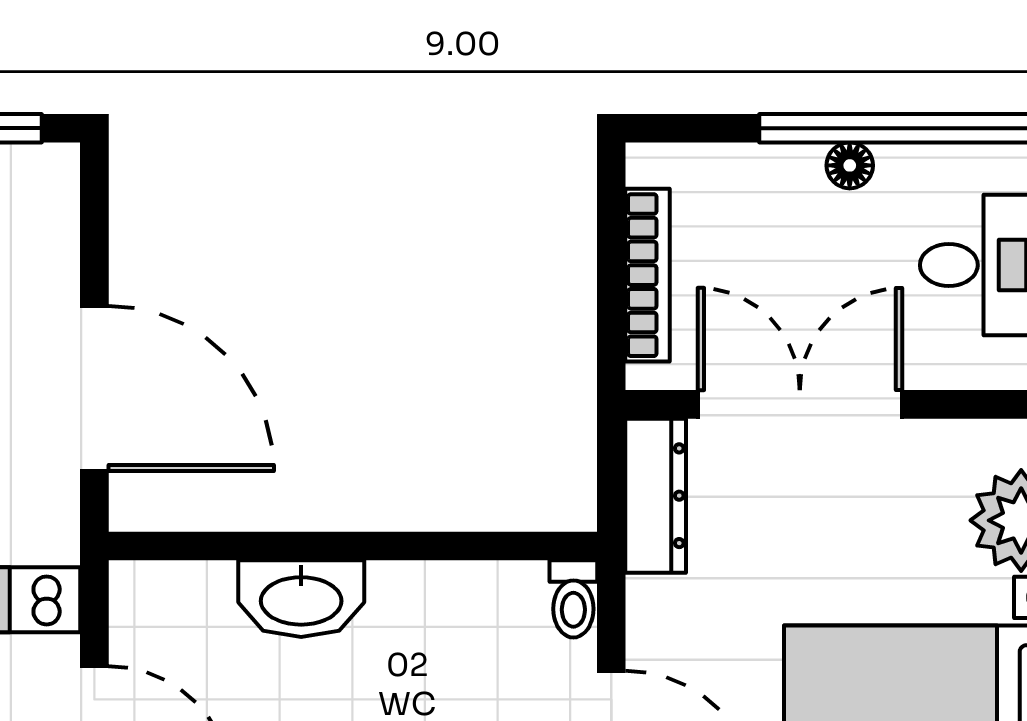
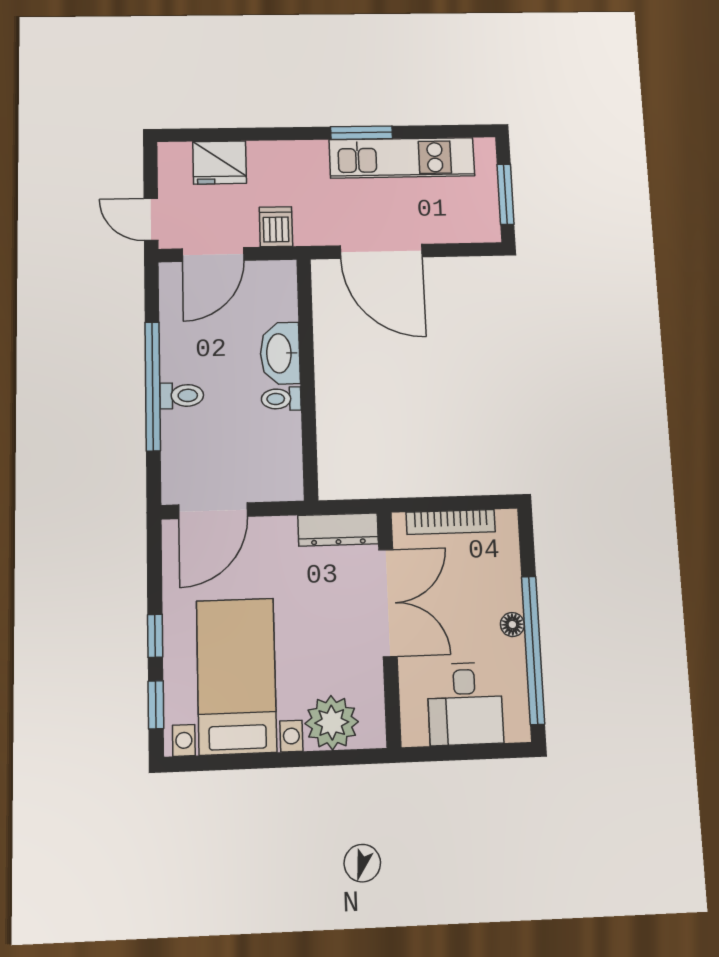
door: (94, 389) -> (381, 251), hinge flipped
toilet: (573, 599) -> (281, 399), moved

